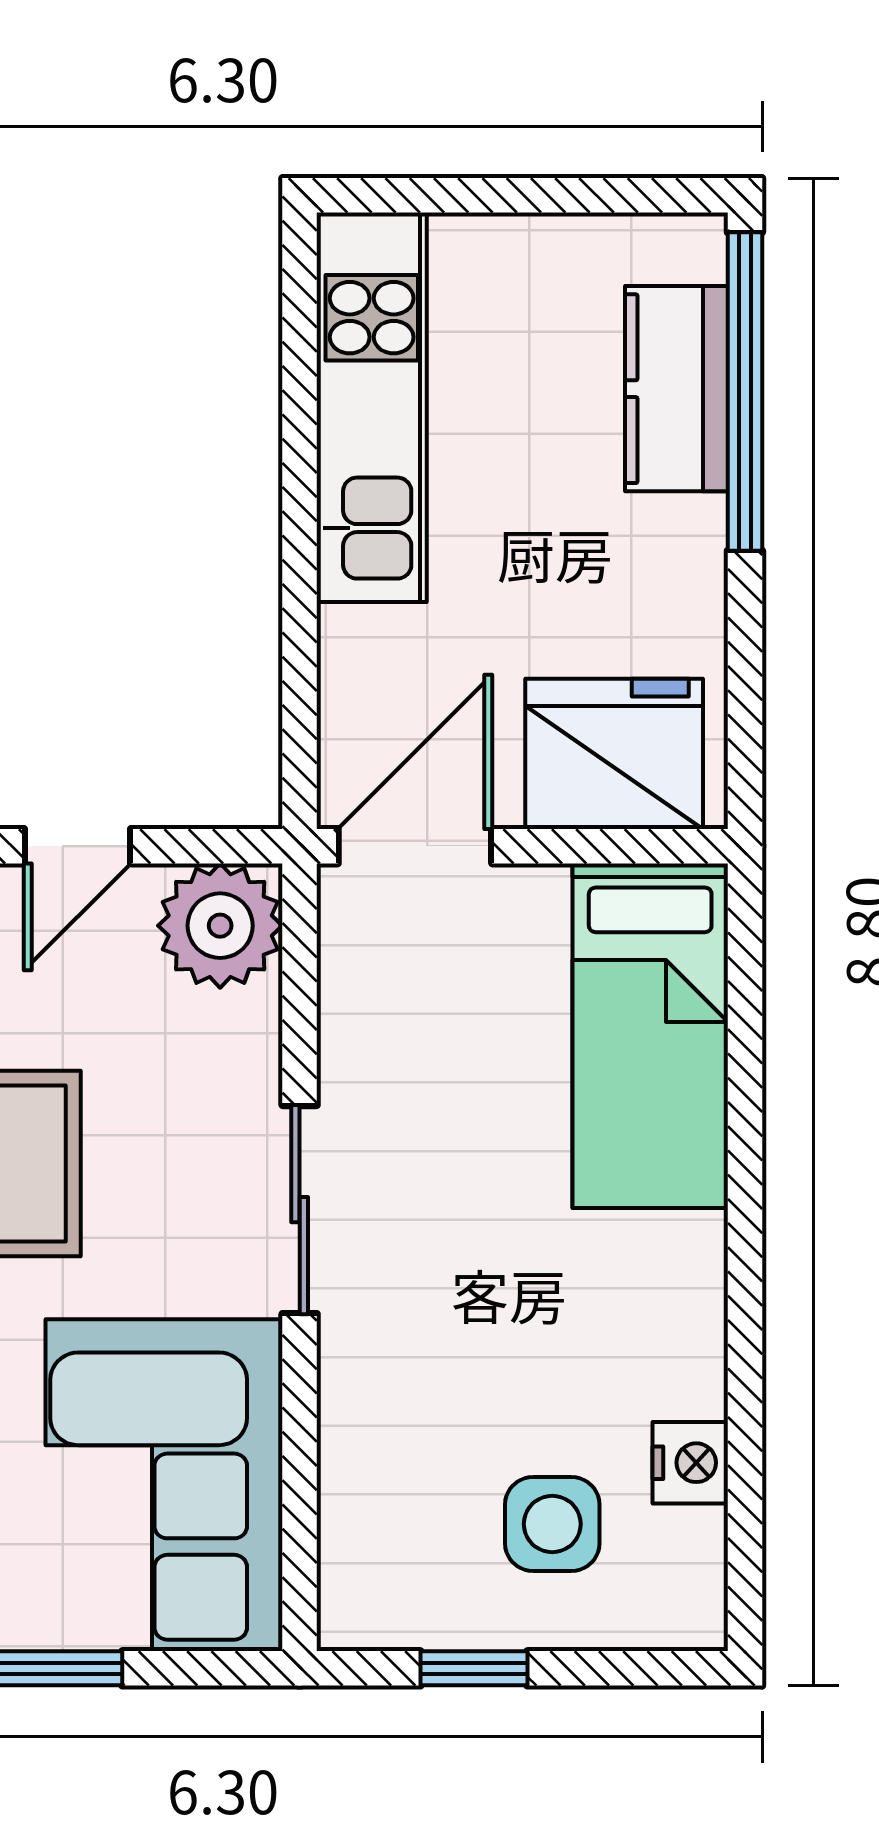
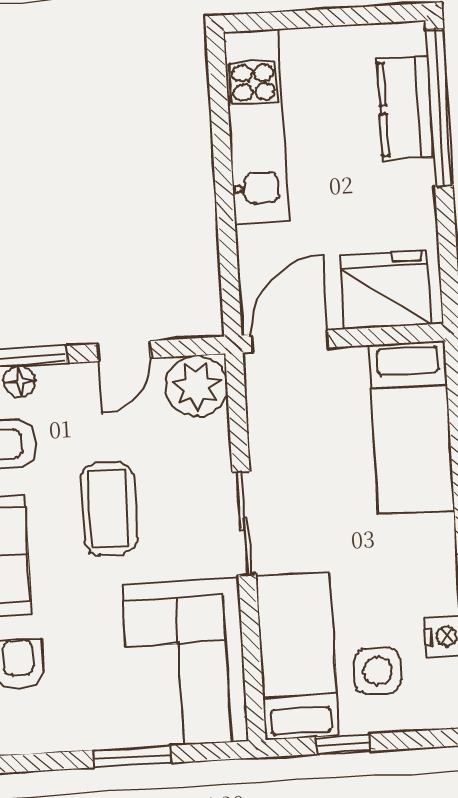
bed: (392, 1485) -> (297, 656), added

